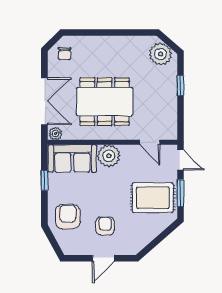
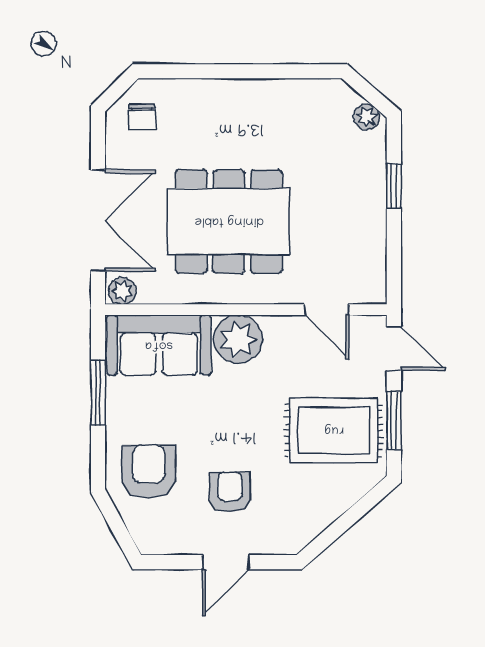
plant: (161, 54) -> (366, 117), width x0.53, depth x0.53
window: (44, 180) -> (98, 393), width x1.50

